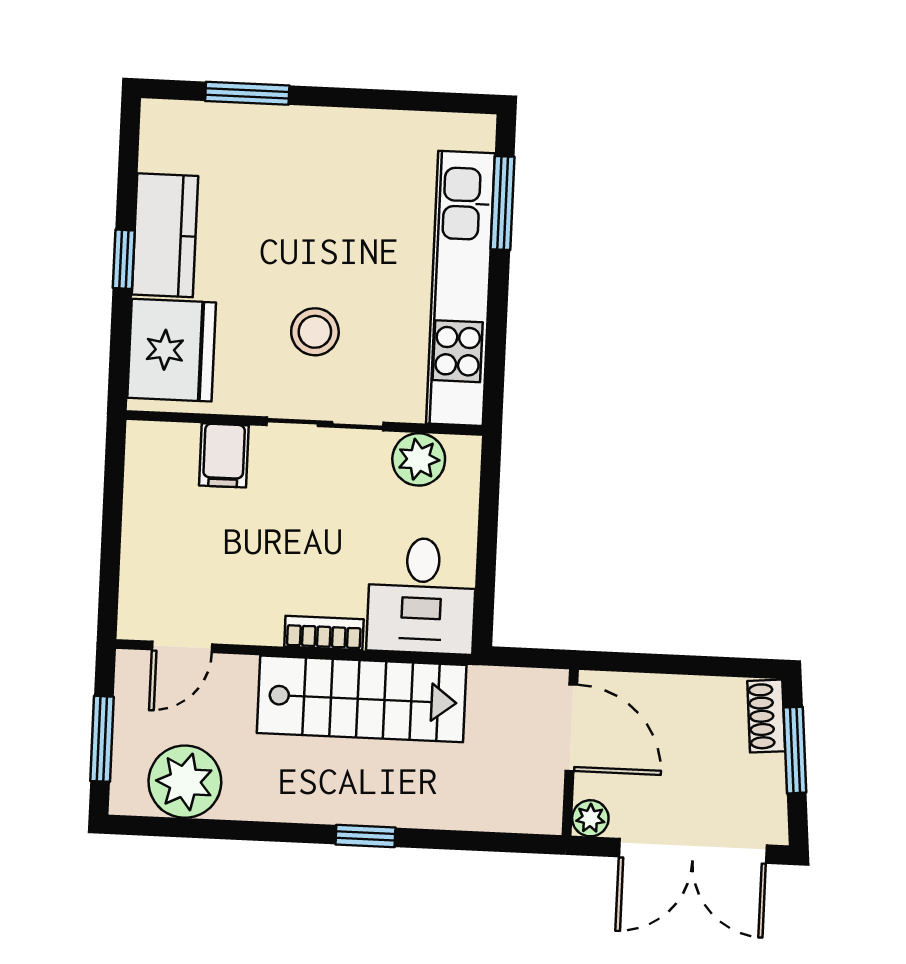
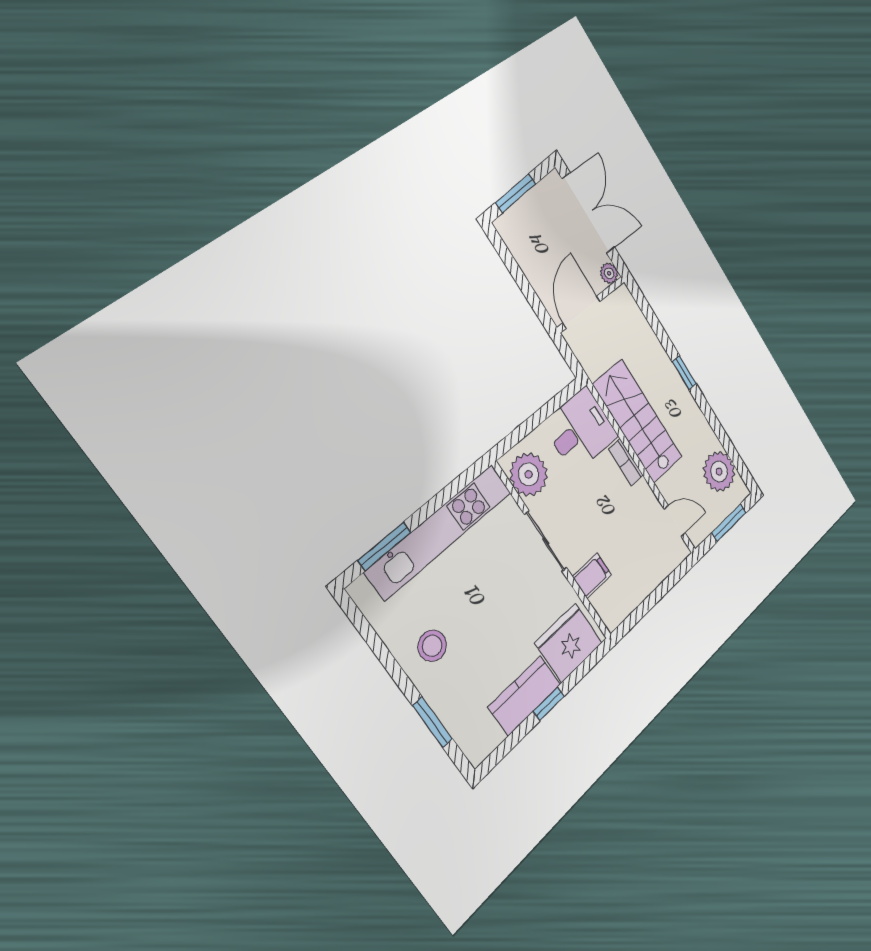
stool: (315, 332) -> (432, 646), moved
plant: (419, 459) -> (529, 474), width x1.36, depth x1.36
shoe rack: (766, 716) -> (512, 219), removed

